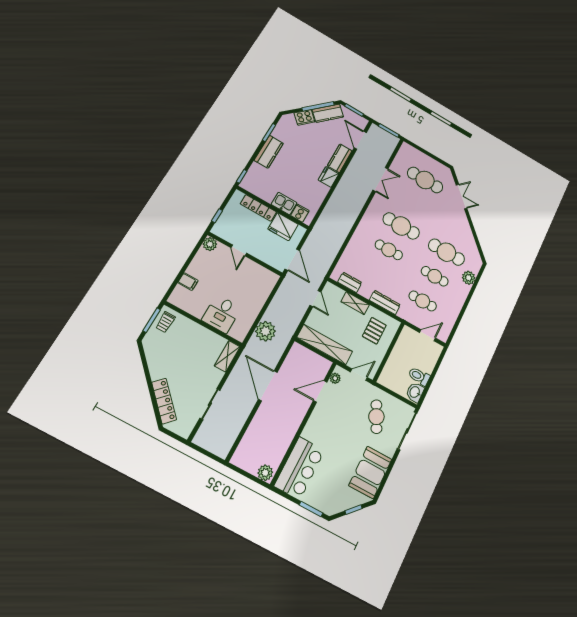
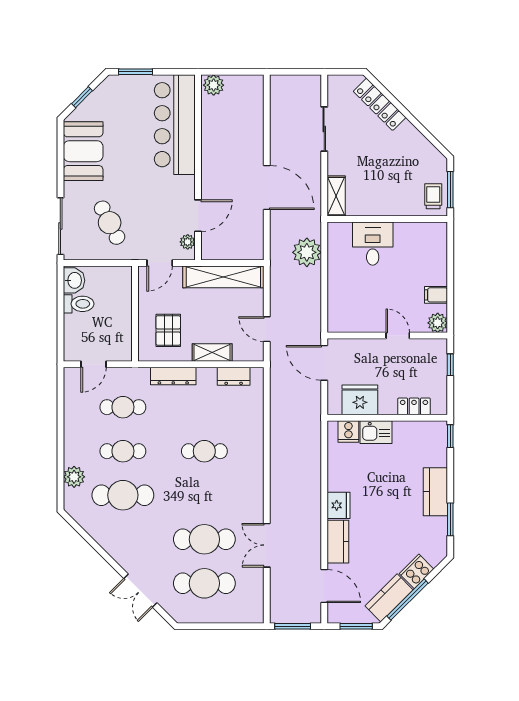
locker: (258, 208) -> (414, 406), width x0.66
cafe table: (401, 226) -> (204, 539), moved
filing cabinet: (188, 282) -> (436, 295), moved
bar counter: (299, 468) -> (175, 125), width x1.36

